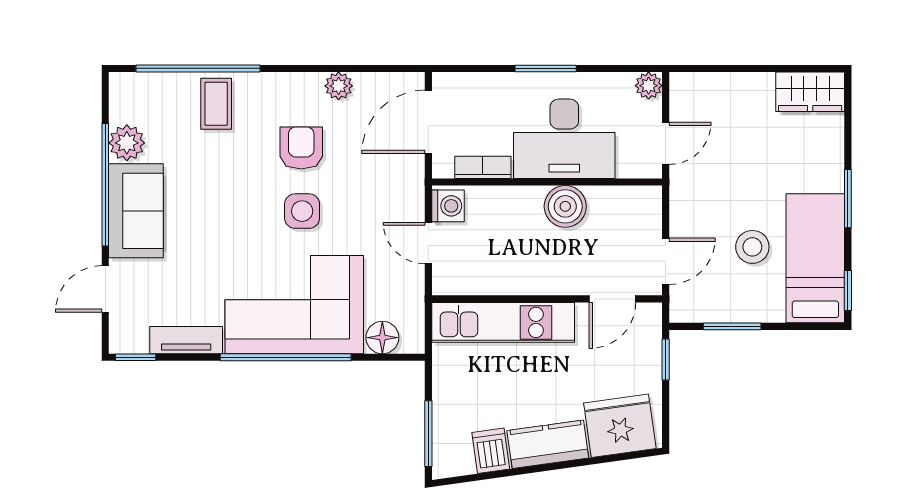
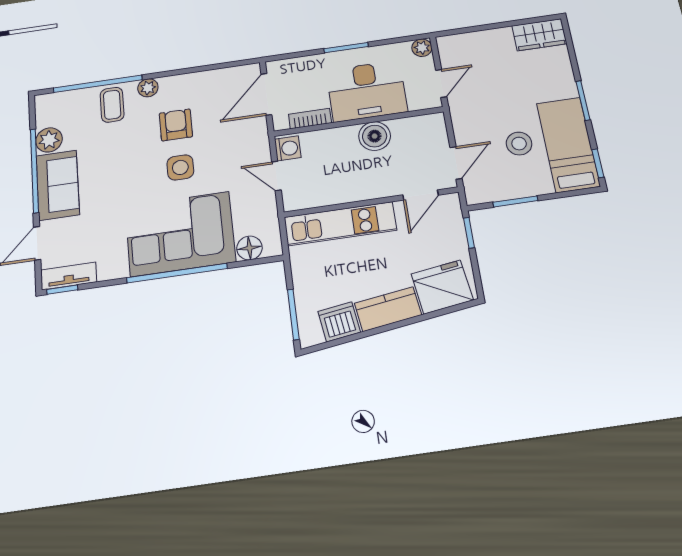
plant: (339, 86) -> (148, 88), moved
tv unit: (186, 340) -> (69, 276), moved
dishwasher: (491, 451) -> (339, 322), width x1.38

